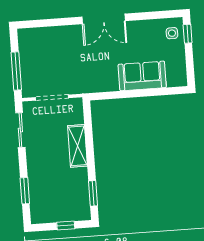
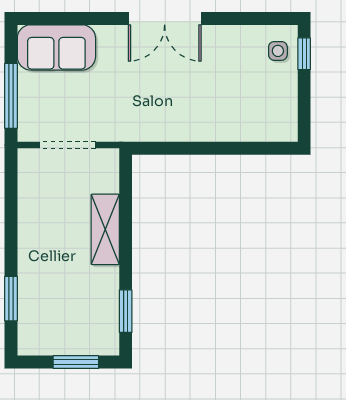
sofa: (142, 76) -> (56, 47), moved, turned 180
sliding door: (20, 130) -> (11, 196), removed
window: (66, 225) -> (76, 362), width x1.50

